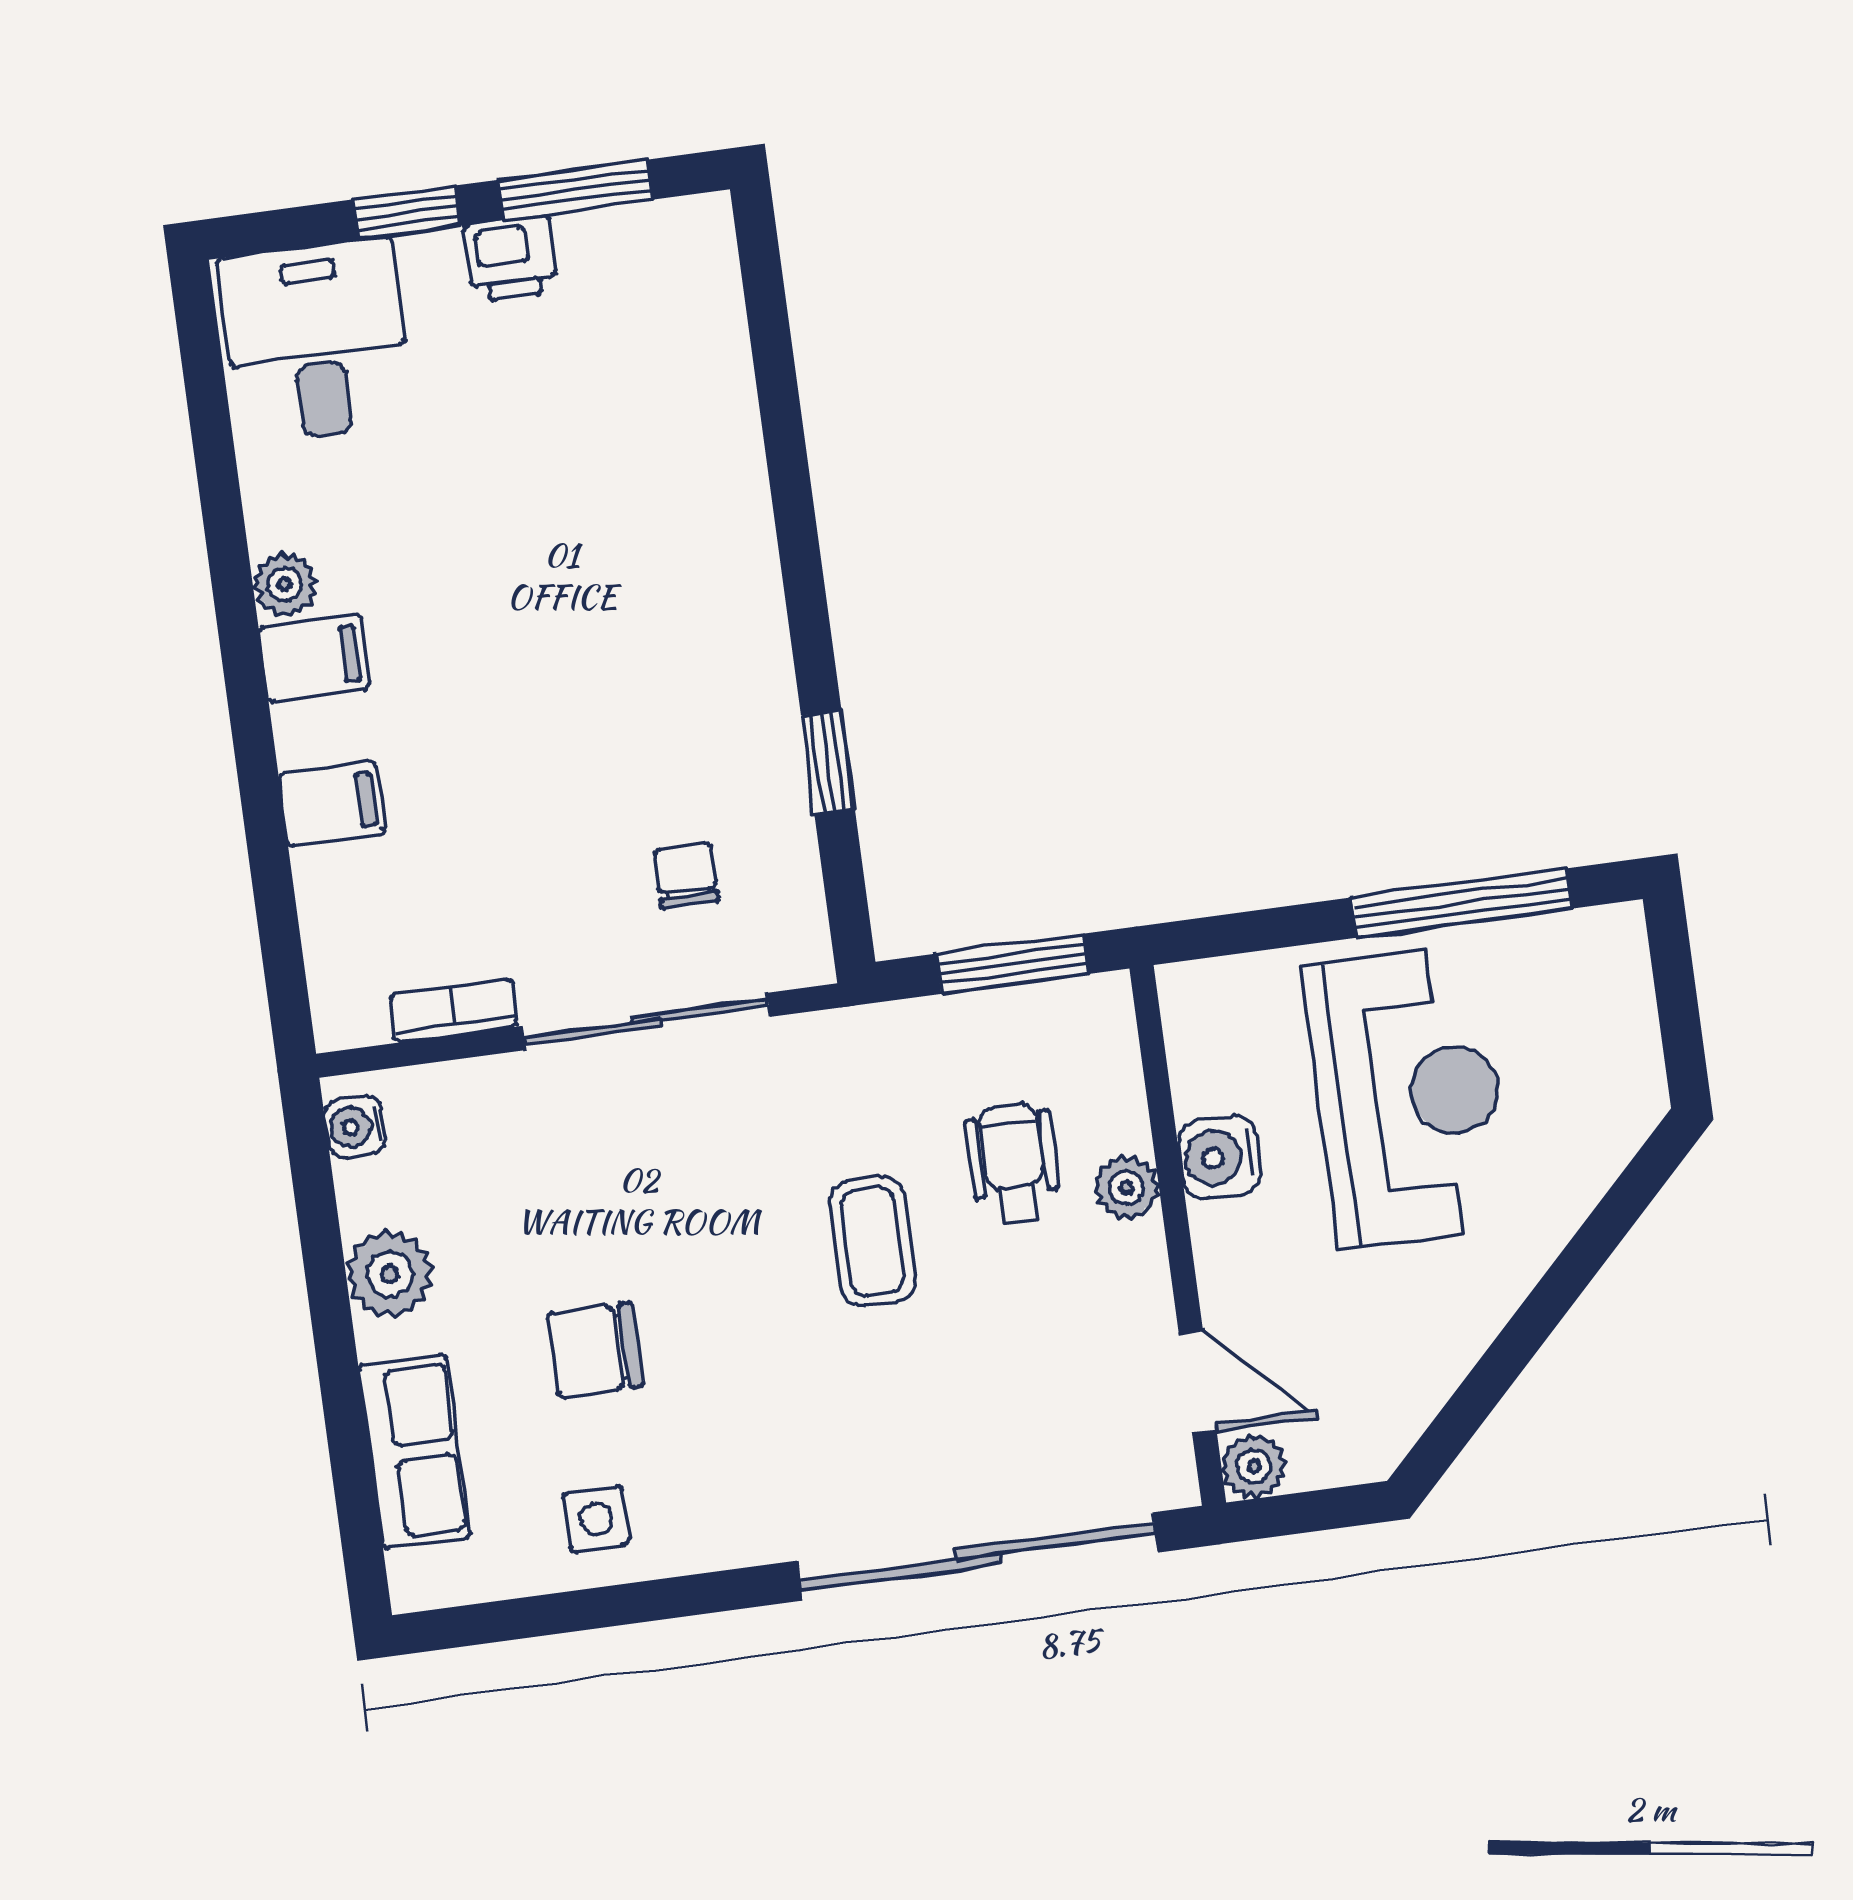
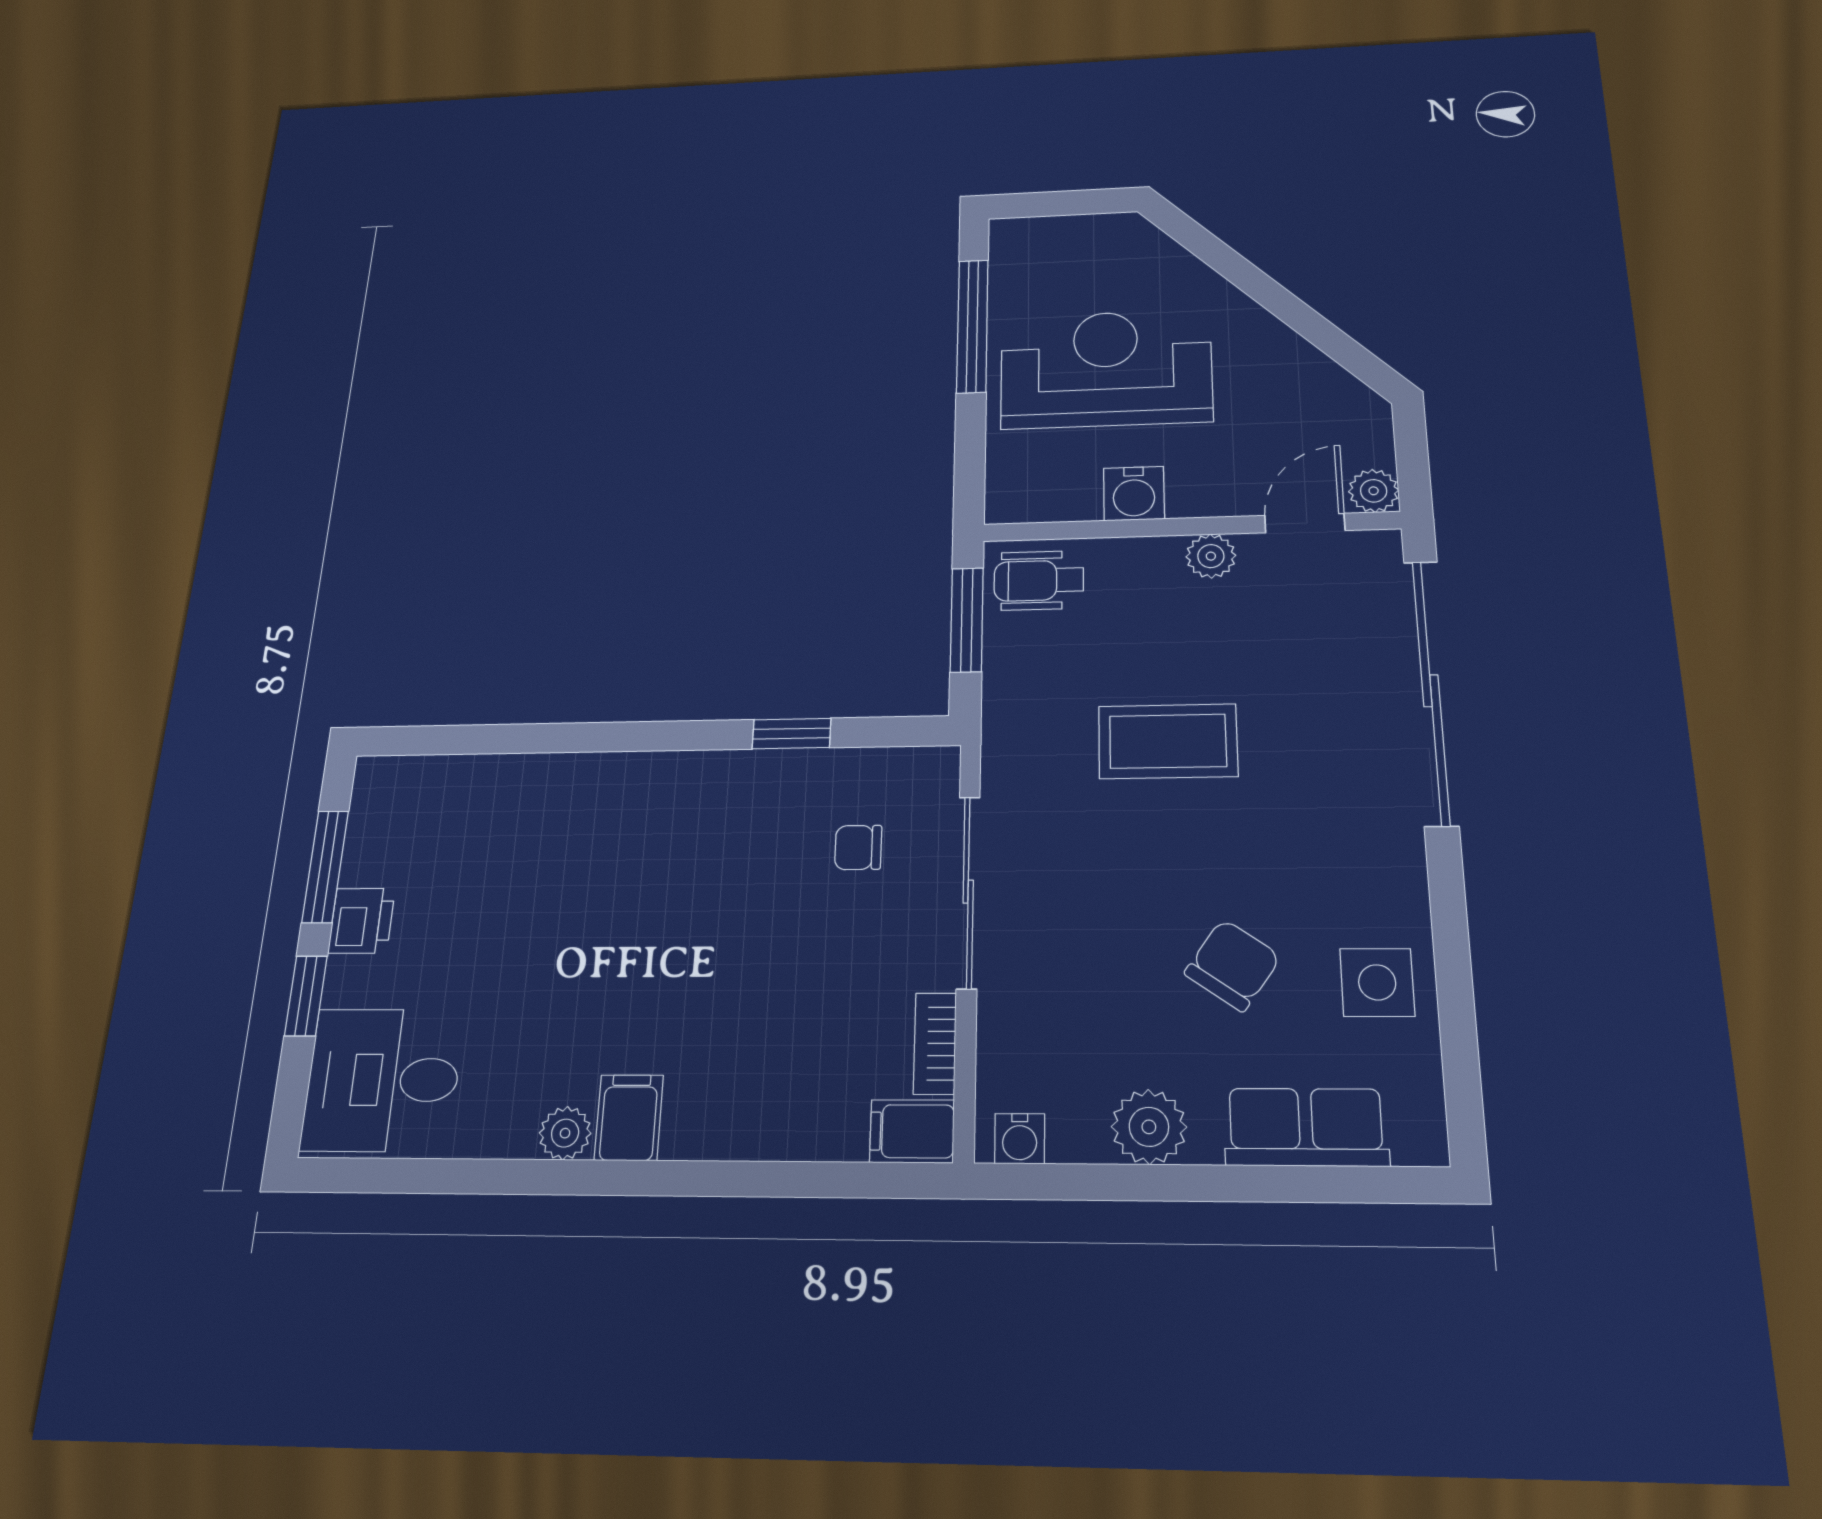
filing cabinet: (332, 804) -> (912, 1131), moved, turned -90
wheelchair: (1013, 1164) -> (1039, 580), moved
plant: (1126, 1188) -> (1211, 556), moved
coffee table: (873, 1241) -> (1168, 741), width x1.36, depth x1.30
chair: (595, 1350) -> (1233, 965), turned -145
side table: (596, 1519) -> (1377, 982), width x1.37, depth x1.37

